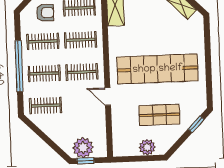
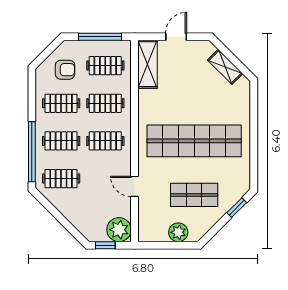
window: (19, 66) -> (32, 152), moved
door: (108, 96) -> (134, 186), moved
plant: (83, 148) -> (119, 230), moved

